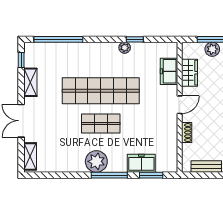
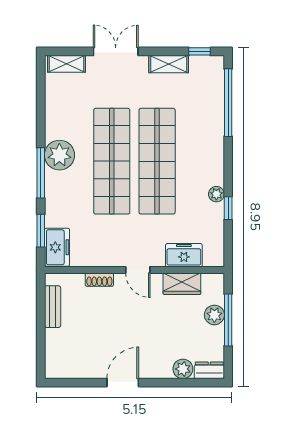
shop shelf: (101, 124) -> (112, 161), width x2.00, depth x1.36
freezer: (141, 163) -> (57, 247), moved

